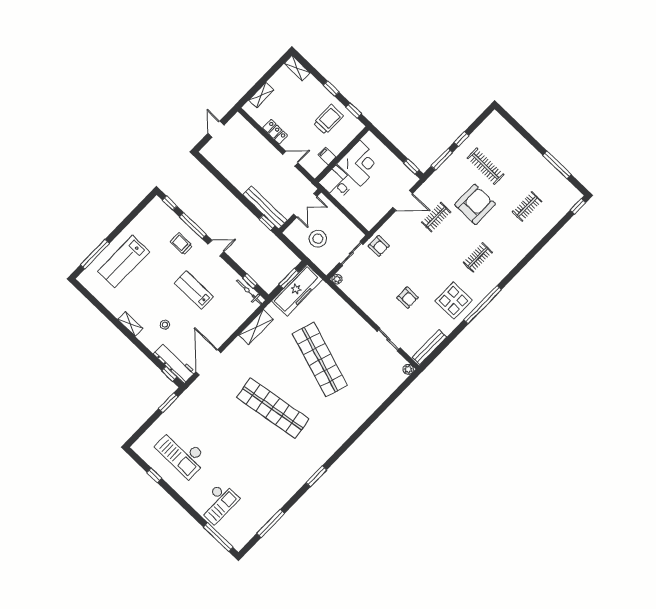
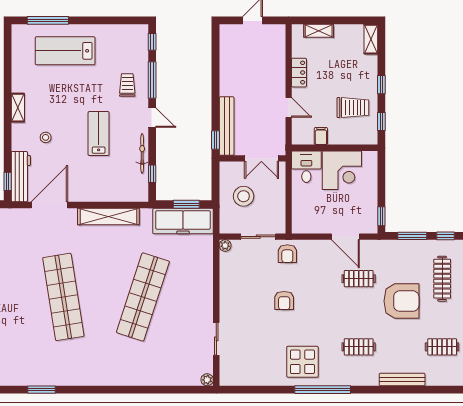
bicycle: (249, 292) -> (142, 153), moved
armchair: (407, 298) -> (284, 301), moved
shelving: (256, 327) -> (108, 216), width x1.47
bench: (429, 347) -> (402, 379), moved

